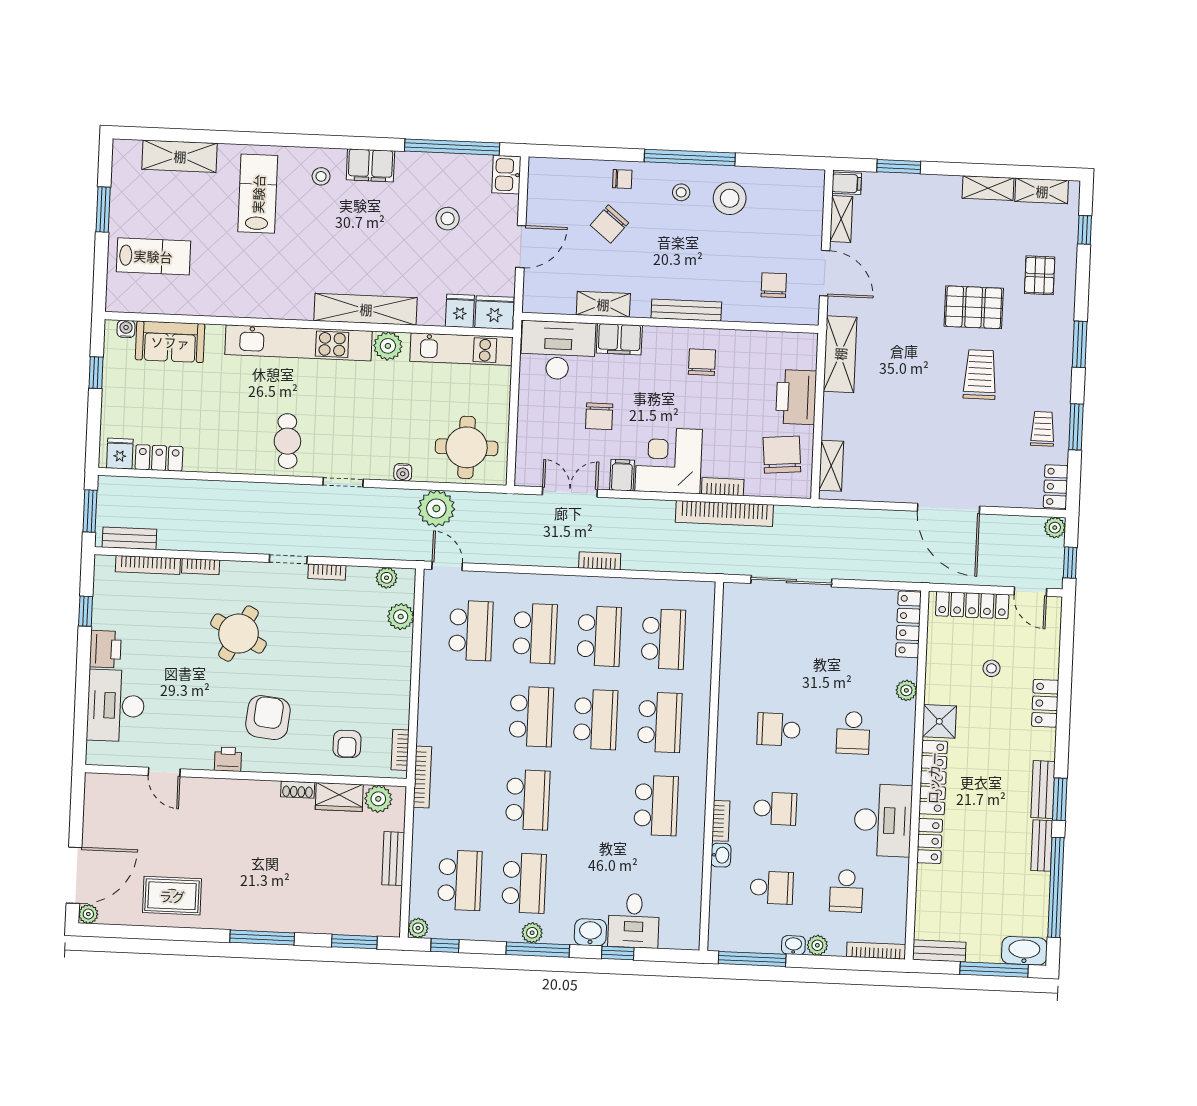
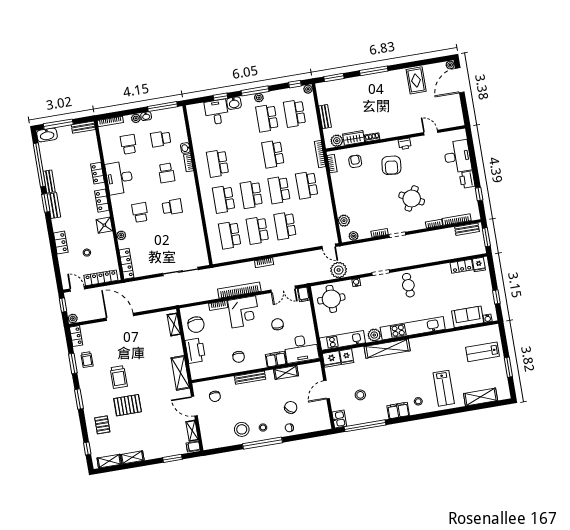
filing cabinet: (622, 475) -> (304, 294), moved
bookcase: (724, 514) -> (239, 290), moved
school desk: (471, 631) -> (307, 185), moved
locker: (933, 778) -> (102, 201), width x0.66
school desk: (775, 809) -> (166, 173), turned -90
rug: (172, 896) -> (416, 80), turned 90

